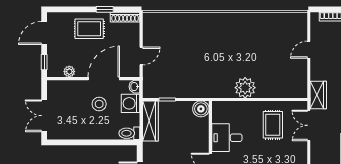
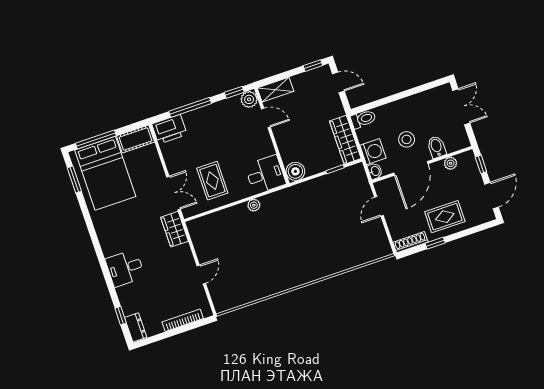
plant: (245, 88) -> (254, 205), width x0.53, depth x0.53
bidet: (76, 89) -> (437, 147), added
desk: (227, 138) -> (265, 175), moved

